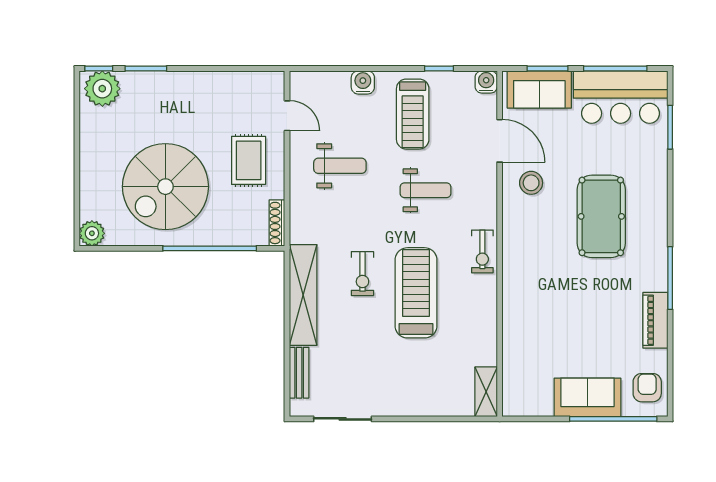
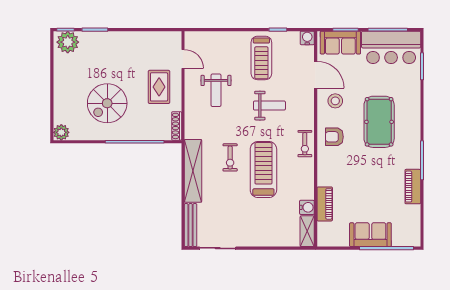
water cooler: (363, 82) -> (307, 207), moved, turned 90
weight bench: (340, 166) -> (216, 90), turned 90
spiral stairs: (165, 187) -> (107, 103), width x0.73, depth x0.73
piano: (514, 348) -> (325, 204), added
bench: (299, 373) -> (191, 225), width x1.36
armchair: (647, 388) -> (334, 137), moved, turned -90

